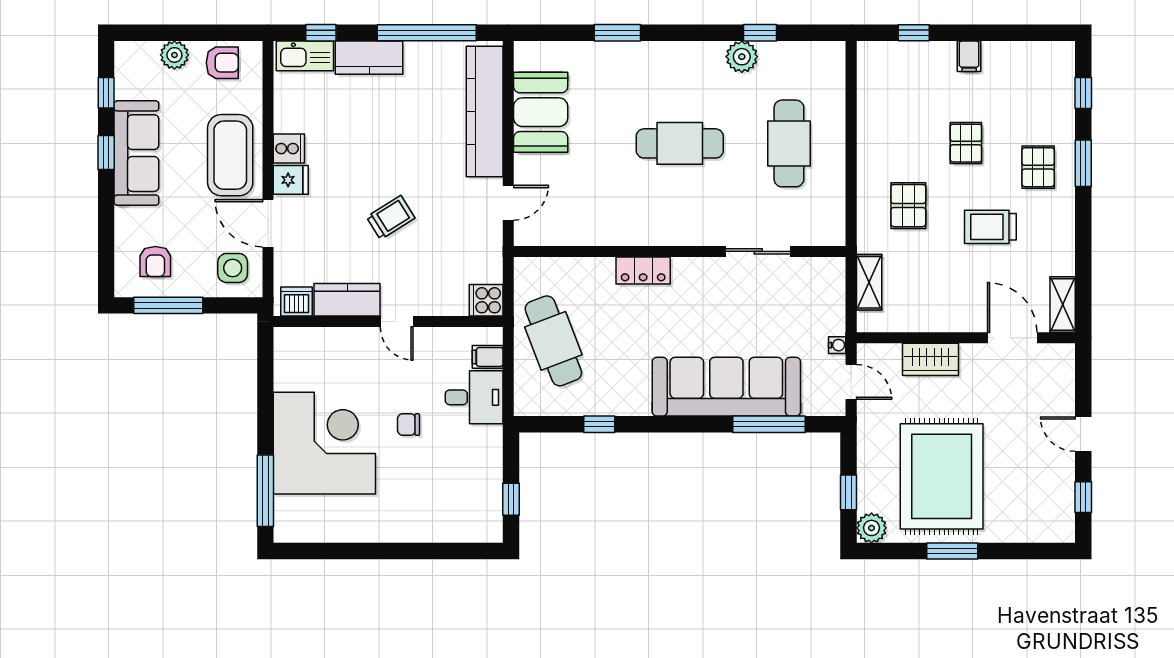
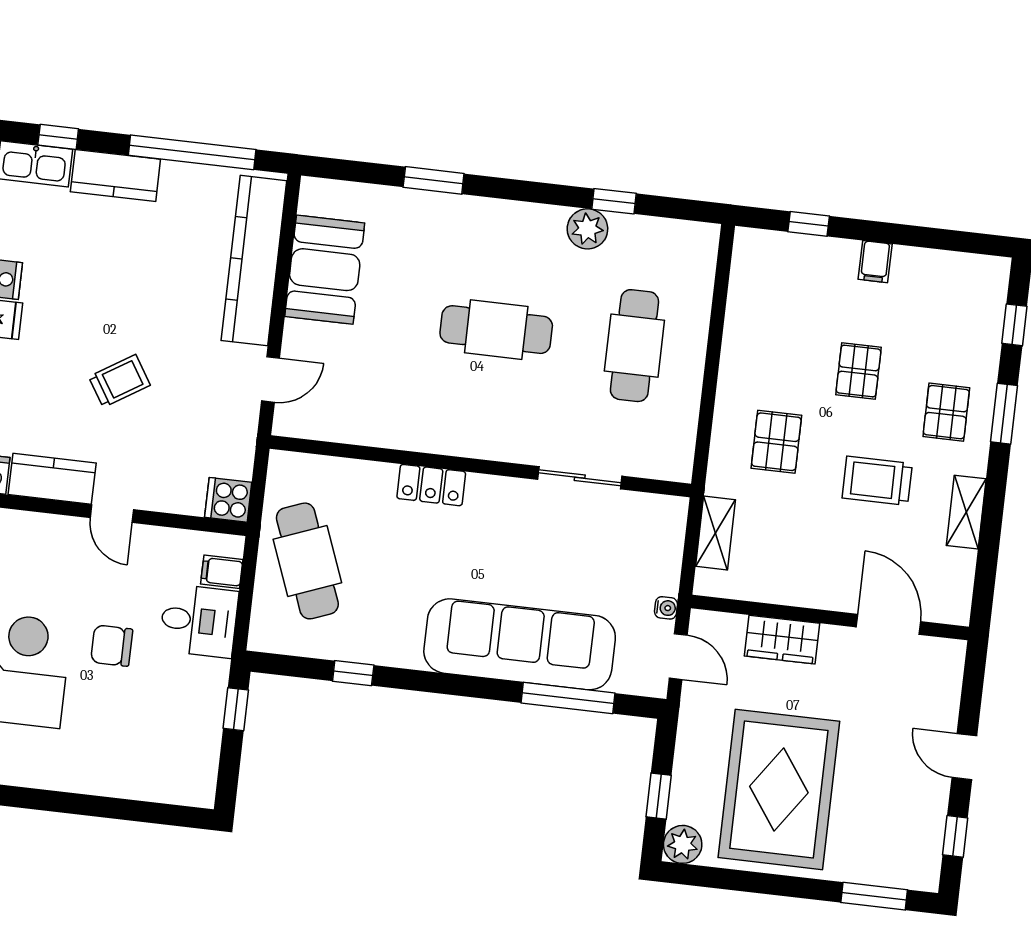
shelving: (1063, 305) -> (966, 512), moved
chair: (408, 424) -> (112, 646), width x1.37, depth x1.37
window: (511, 499) -> (236, 709), moved
window: (952, 551) -> (874, 896), moved

